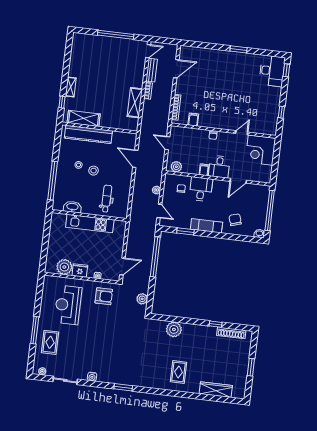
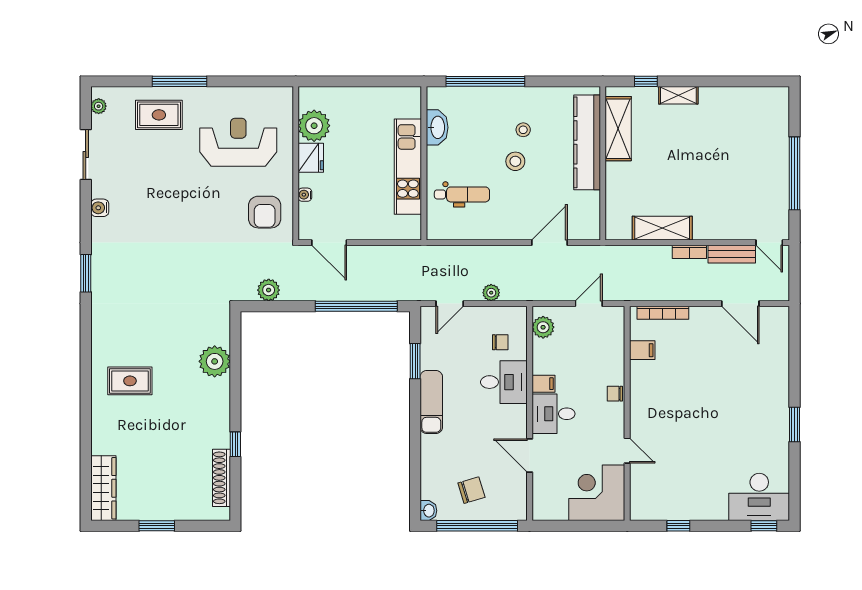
chair: (235, 220) -> (471, 490), moved
wardrobe: (216, 390) -> (103, 488), moved

